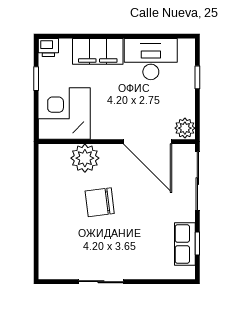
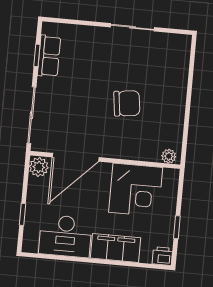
corner desk: (64, 113) -> (136, 190), moved
door: (148, 142) -> (76, 157), swing flipped
plant: (85, 158) -> (169, 156), moved, width x0.53, depth x0.53

